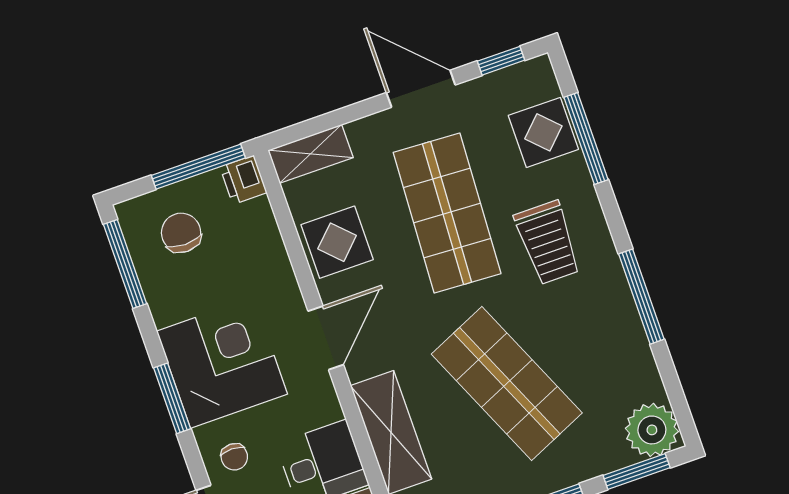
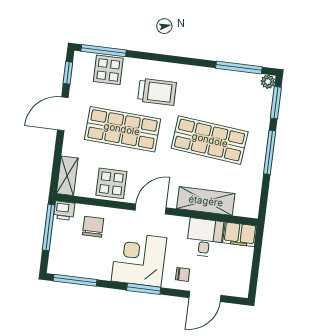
window: (586, 138) -> (104, 51), moved
chair: (181, 233) -> (93, 227), moved, turned 90
window: (641, 297) -> (239, 67), moved
door: (326, 338) -> (151, 209), hinge flipped
shop shelf: (507, 384) -> (210, 140), turned 30
plant: (652, 430) -> (268, 82), width x0.53, depth x0.53

